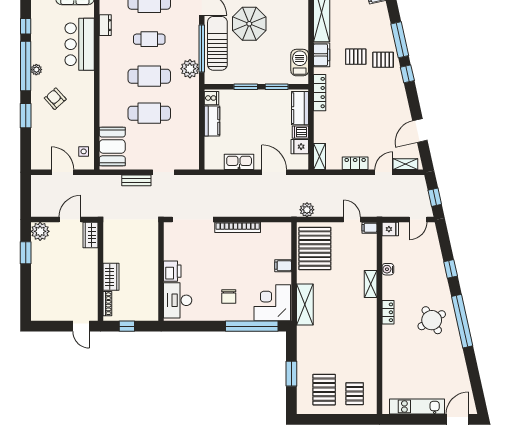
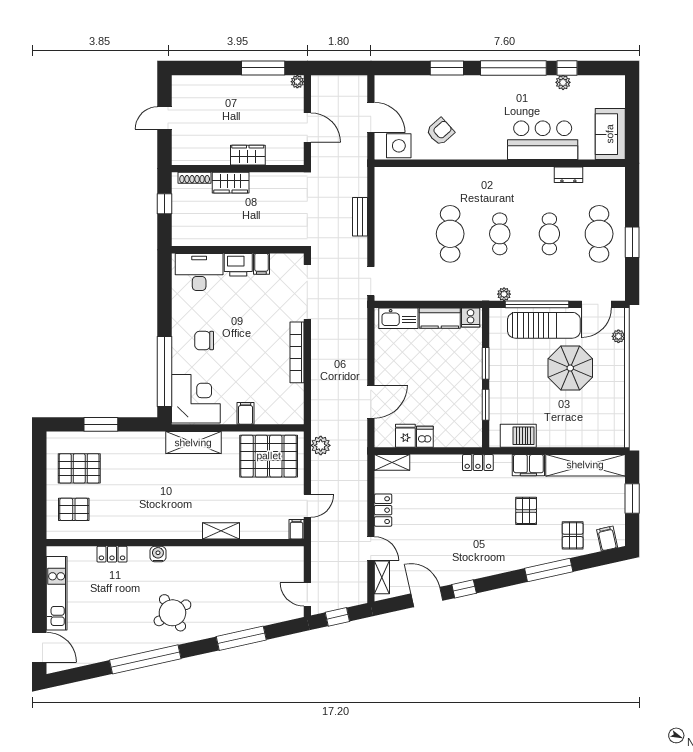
pallet: (383, 60) -> (573, 535), moved
plant: (190, 69) -> (504, 294), width x0.53, depth x0.53
plant: (36, 70) -> (563, 82), moved
window: (407, 74) -> (464, 589), moved
cafe table: (149, 76) -> (500, 234), width x0.73, depth x0.74
locker: (320, 93) -> (478, 463), width x0.66
armchair: (55, 99) -> (440, 132), moved
kitchen counter: (300, 108) -> (457, 436), removed
booth: (112, 146) -> (406, 184), removed
side table: (84, 151) -> (399, 146), width x1.87, depth x1.87
kitchen sink: (239, 162) -> (398, 318), moved, turned 90
door: (62, 172) -> (371, 117), hinge flipped
doorway: (163, 172) -> (371, 281), moved
fridge: (390, 229) -> (295, 557), removed
plant: (40, 231) -> (297, 82), width x0.53, depth x0.53
wardrobe: (91, 235) -> (248, 155), moved
window: (26, 253) -> (263, 68), width x1.44
filing cabinet: (172, 254) -> (261, 264), added
water cooler: (388, 269) -> (158, 554), moved
window: (451, 269) -> (241, 638), width x2.17
locker: (388, 312) -> (112, 554), moved
window: (462, 321) -> (145, 659), moved
door: (81, 326) -> (164, 118), moved

